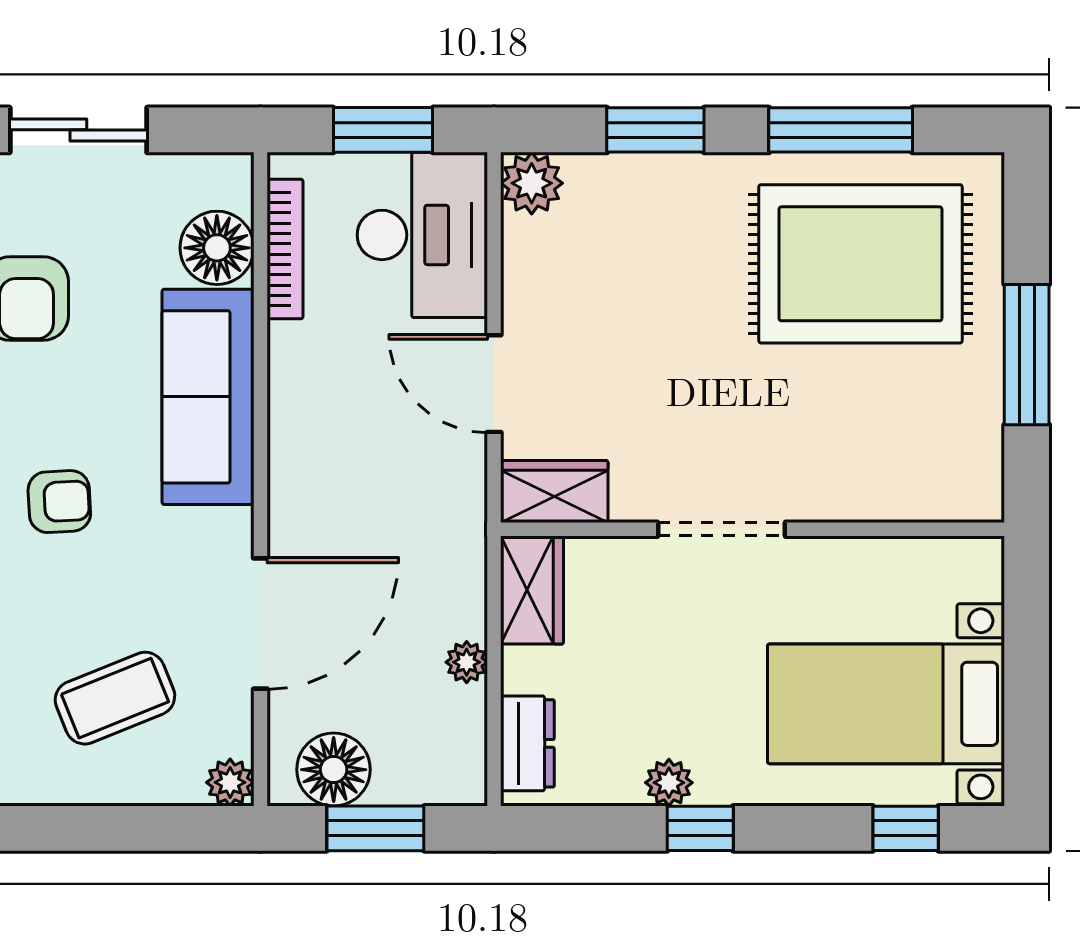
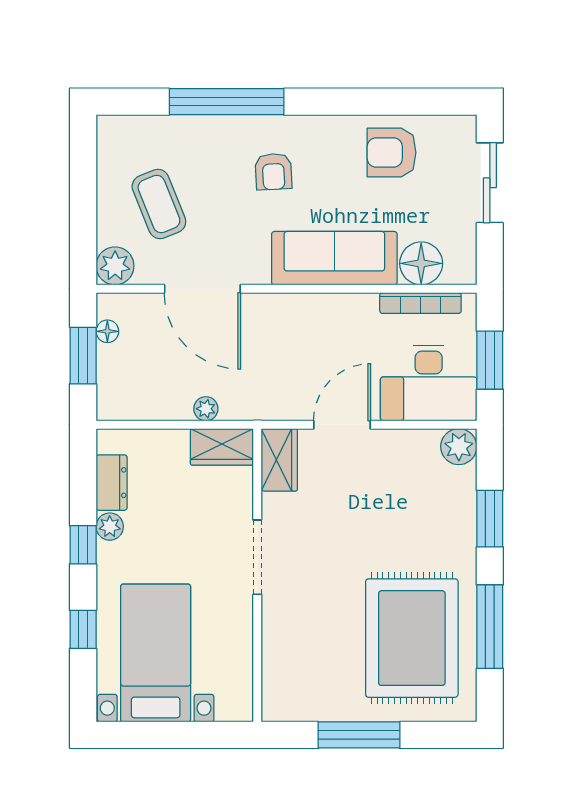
plant: (467, 662) -> (206, 409), moved
dresser: (527, 743) -> (112, 483), moved, turned -90
floor lamp: (334, 770) -> (107, 331), width x0.53, depth x0.53
plant: (230, 782) -> (115, 266), width x1.38, depth x1.38
window: (906, 828) -> (83, 629), moved

